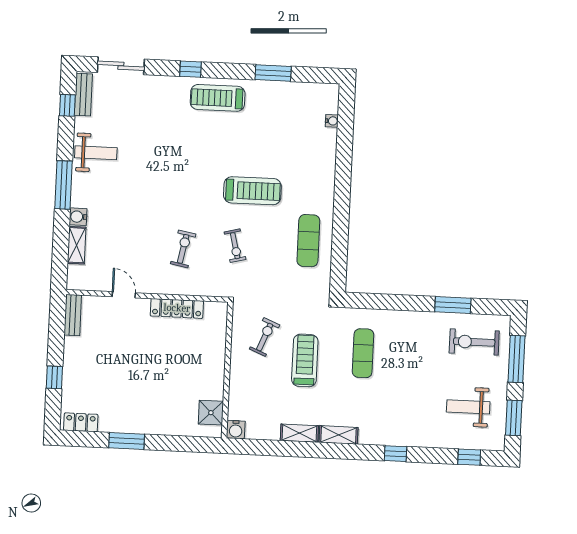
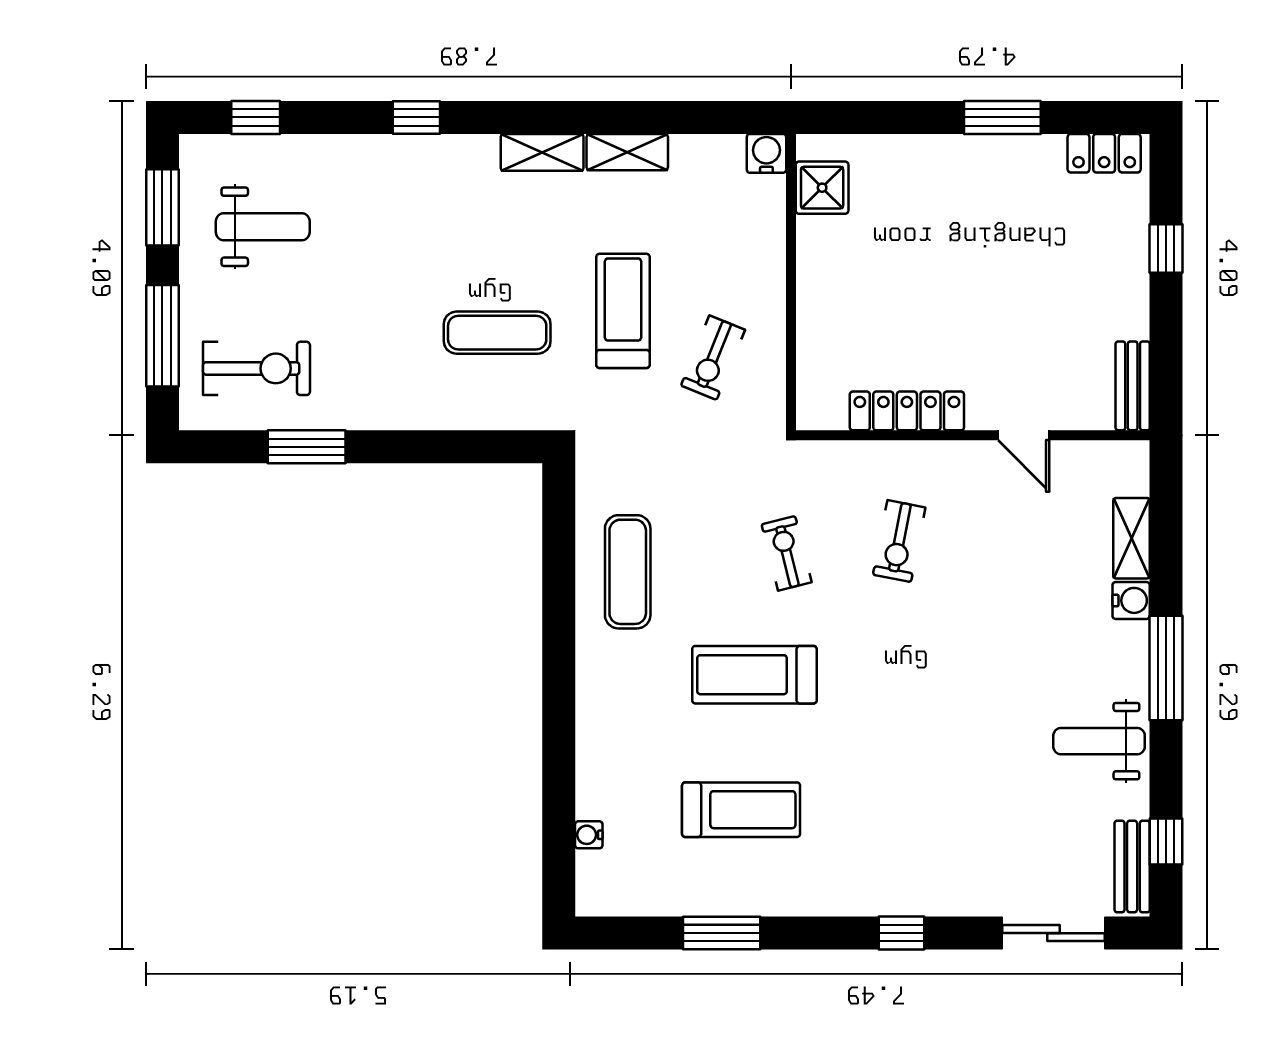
treadmill: (218, 98) -> (741, 810), moved
exercise mat: (363, 353) -> (497, 333), turned 90
treadmill: (305, 360) -> (623, 311), turned 180

